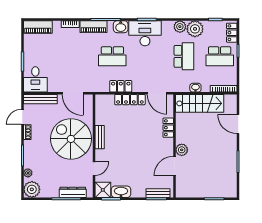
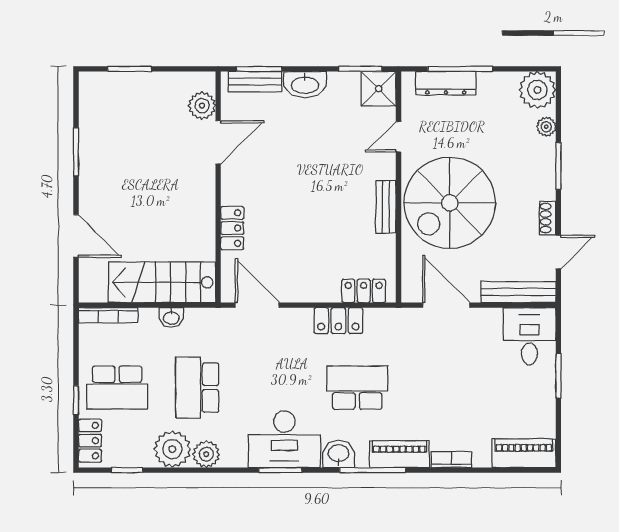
school desk: (220, 56) -> (117, 388), turned 180
locker: (130, 100) -> (364, 291), moved, width x0.66
spiral stairs: (71, 139) -> (450, 203), turned 90
plant: (182, 150) -> (202, 106), moved
washbasin: (121, 192) -> (305, 85), moved

